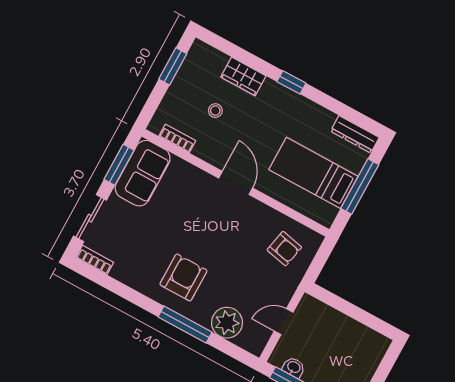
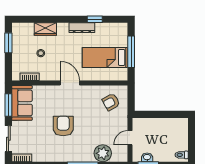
window: (291, 82) -> (95, 19), moved
dresser: (355, 134) -> (82, 28), moved
armchair: (284, 249) -> (111, 102), turned 139
armchair: (183, 277) -> (63, 126), moved

